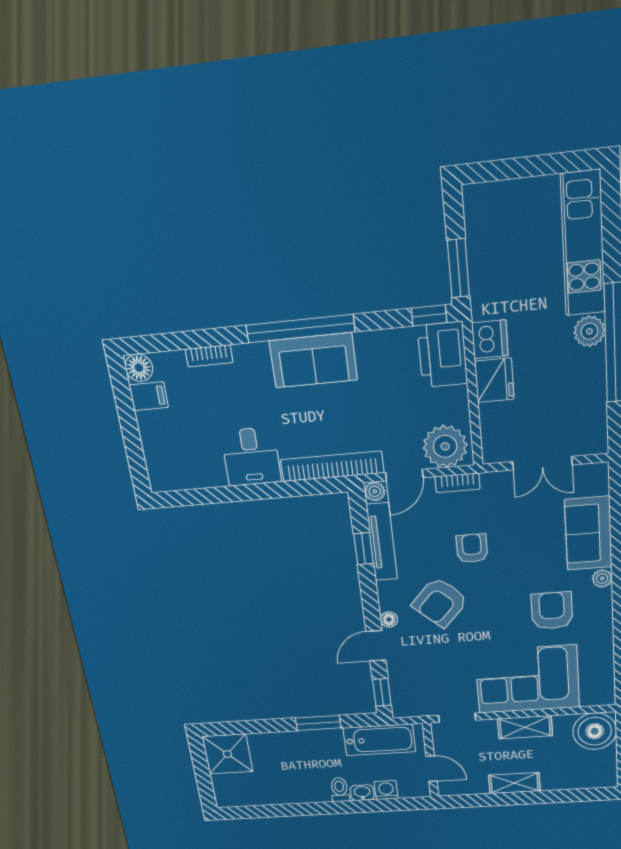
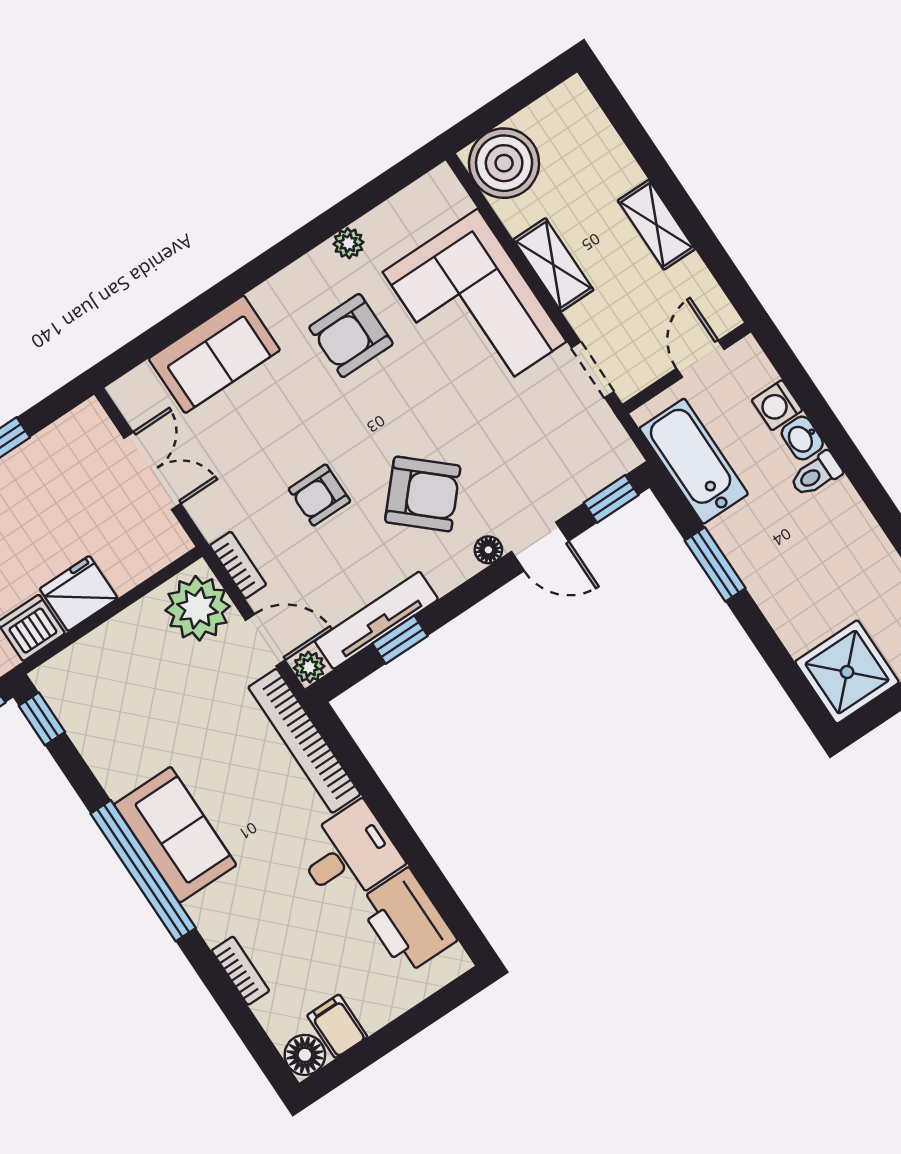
printer: (443, 355) -> (407, 921), moved, turned 90
plant: (602, 578) -> (348, 243), moved

